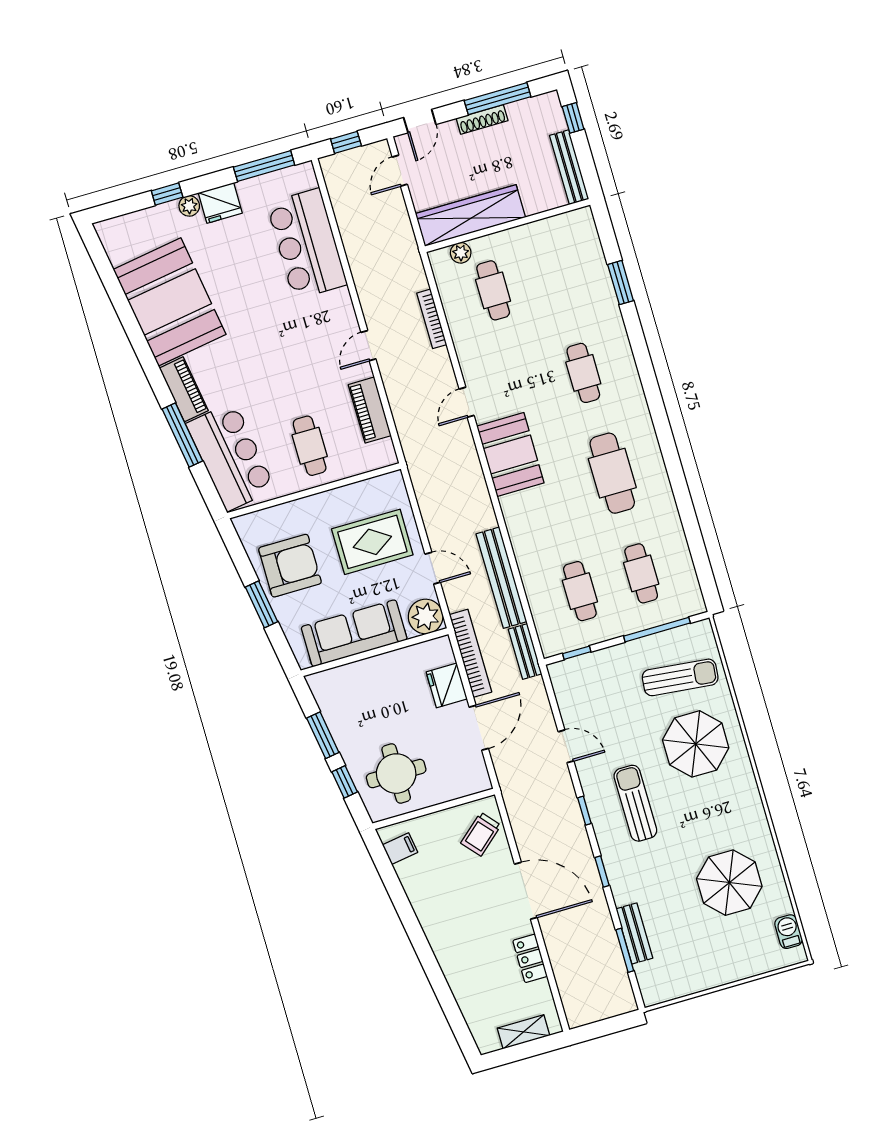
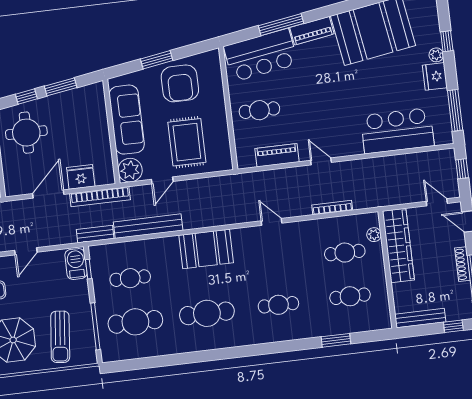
cafe table: (554, 273) -> (350, 296), added
booth: (510, 455) -> (206, 249), moved
cafe table: (641, 573) -> (135, 322), width x1.37, depth x1.35
barbecue: (572, 672) -> (76, 264), added
door: (479, 728) -> (48, 194), swing flipped

